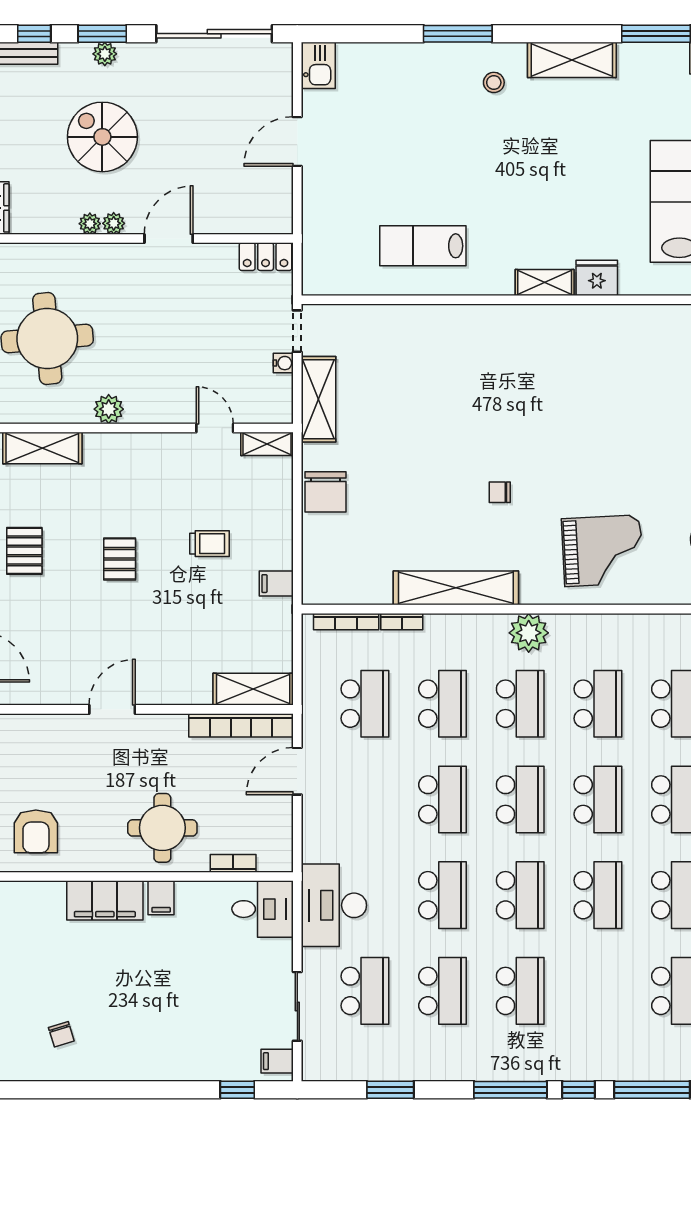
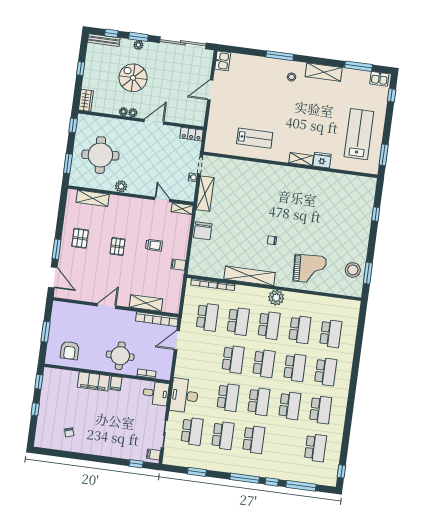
lab bench: (423, 246) -> (255, 138), turned 180
shelving: (253, 689) -> (146, 303), moved

